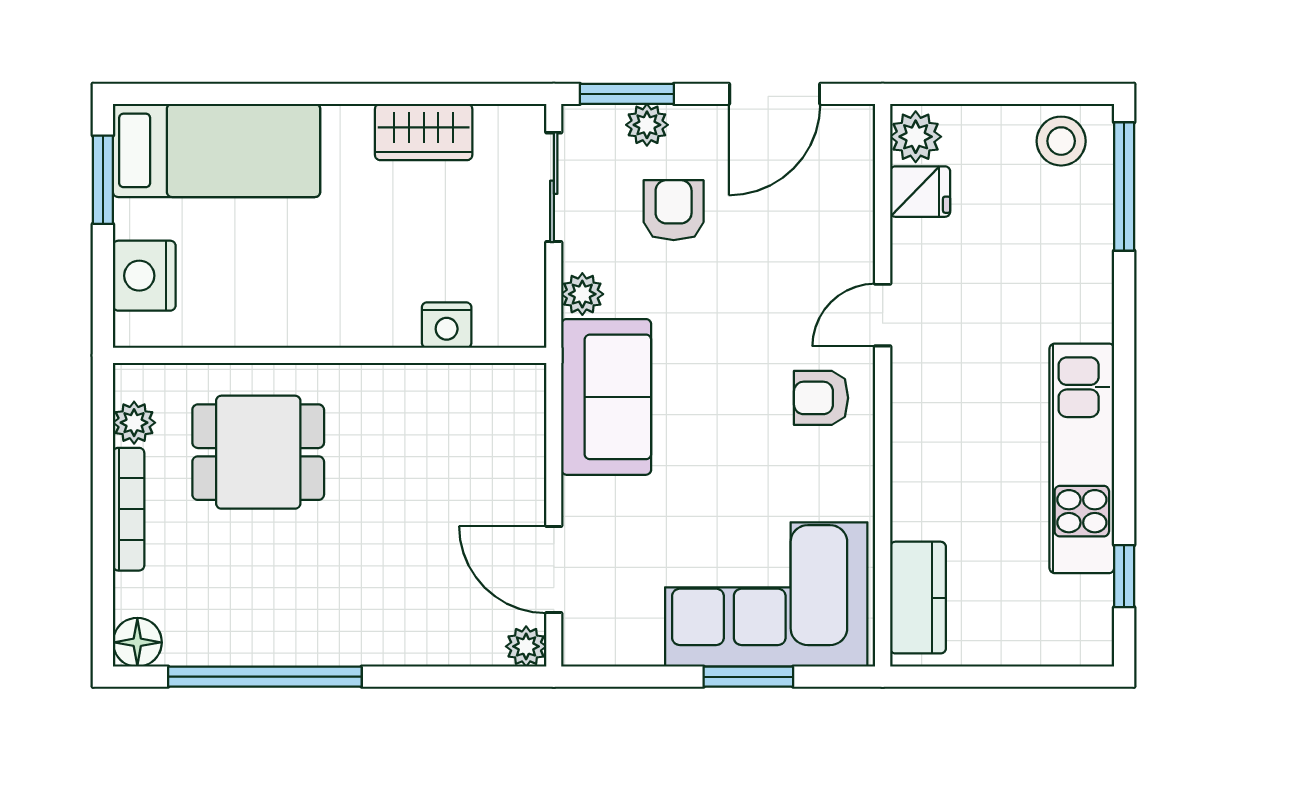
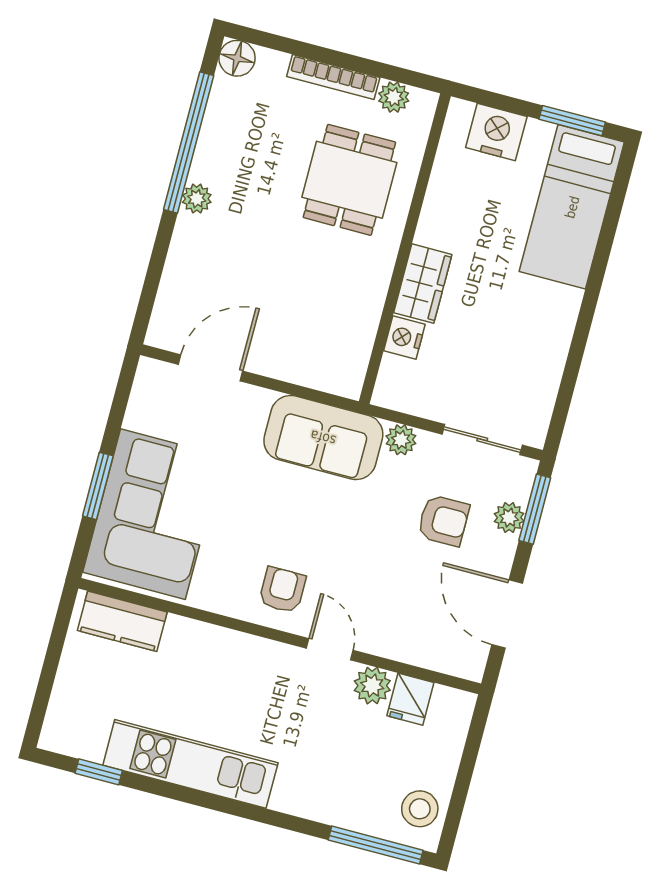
wardrobe: (424, 132) -> (423, 284), moved, turned 180
plant: (916, 137) -> (372, 686), moved
plant: (526, 646) -> (197, 199), moved

